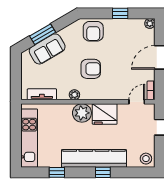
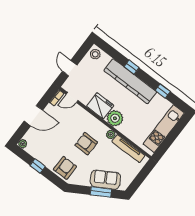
tv unit: (42, 94) -> (128, 149), width x1.41

